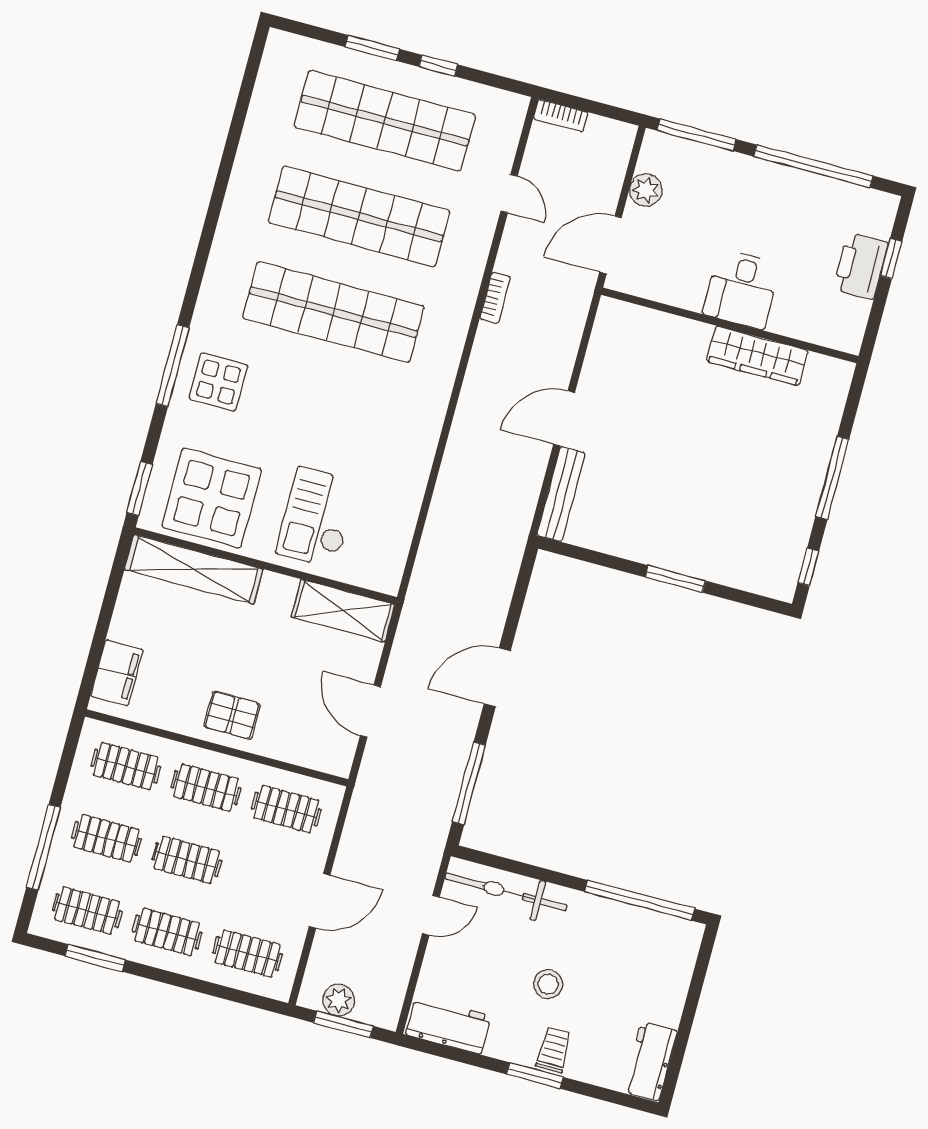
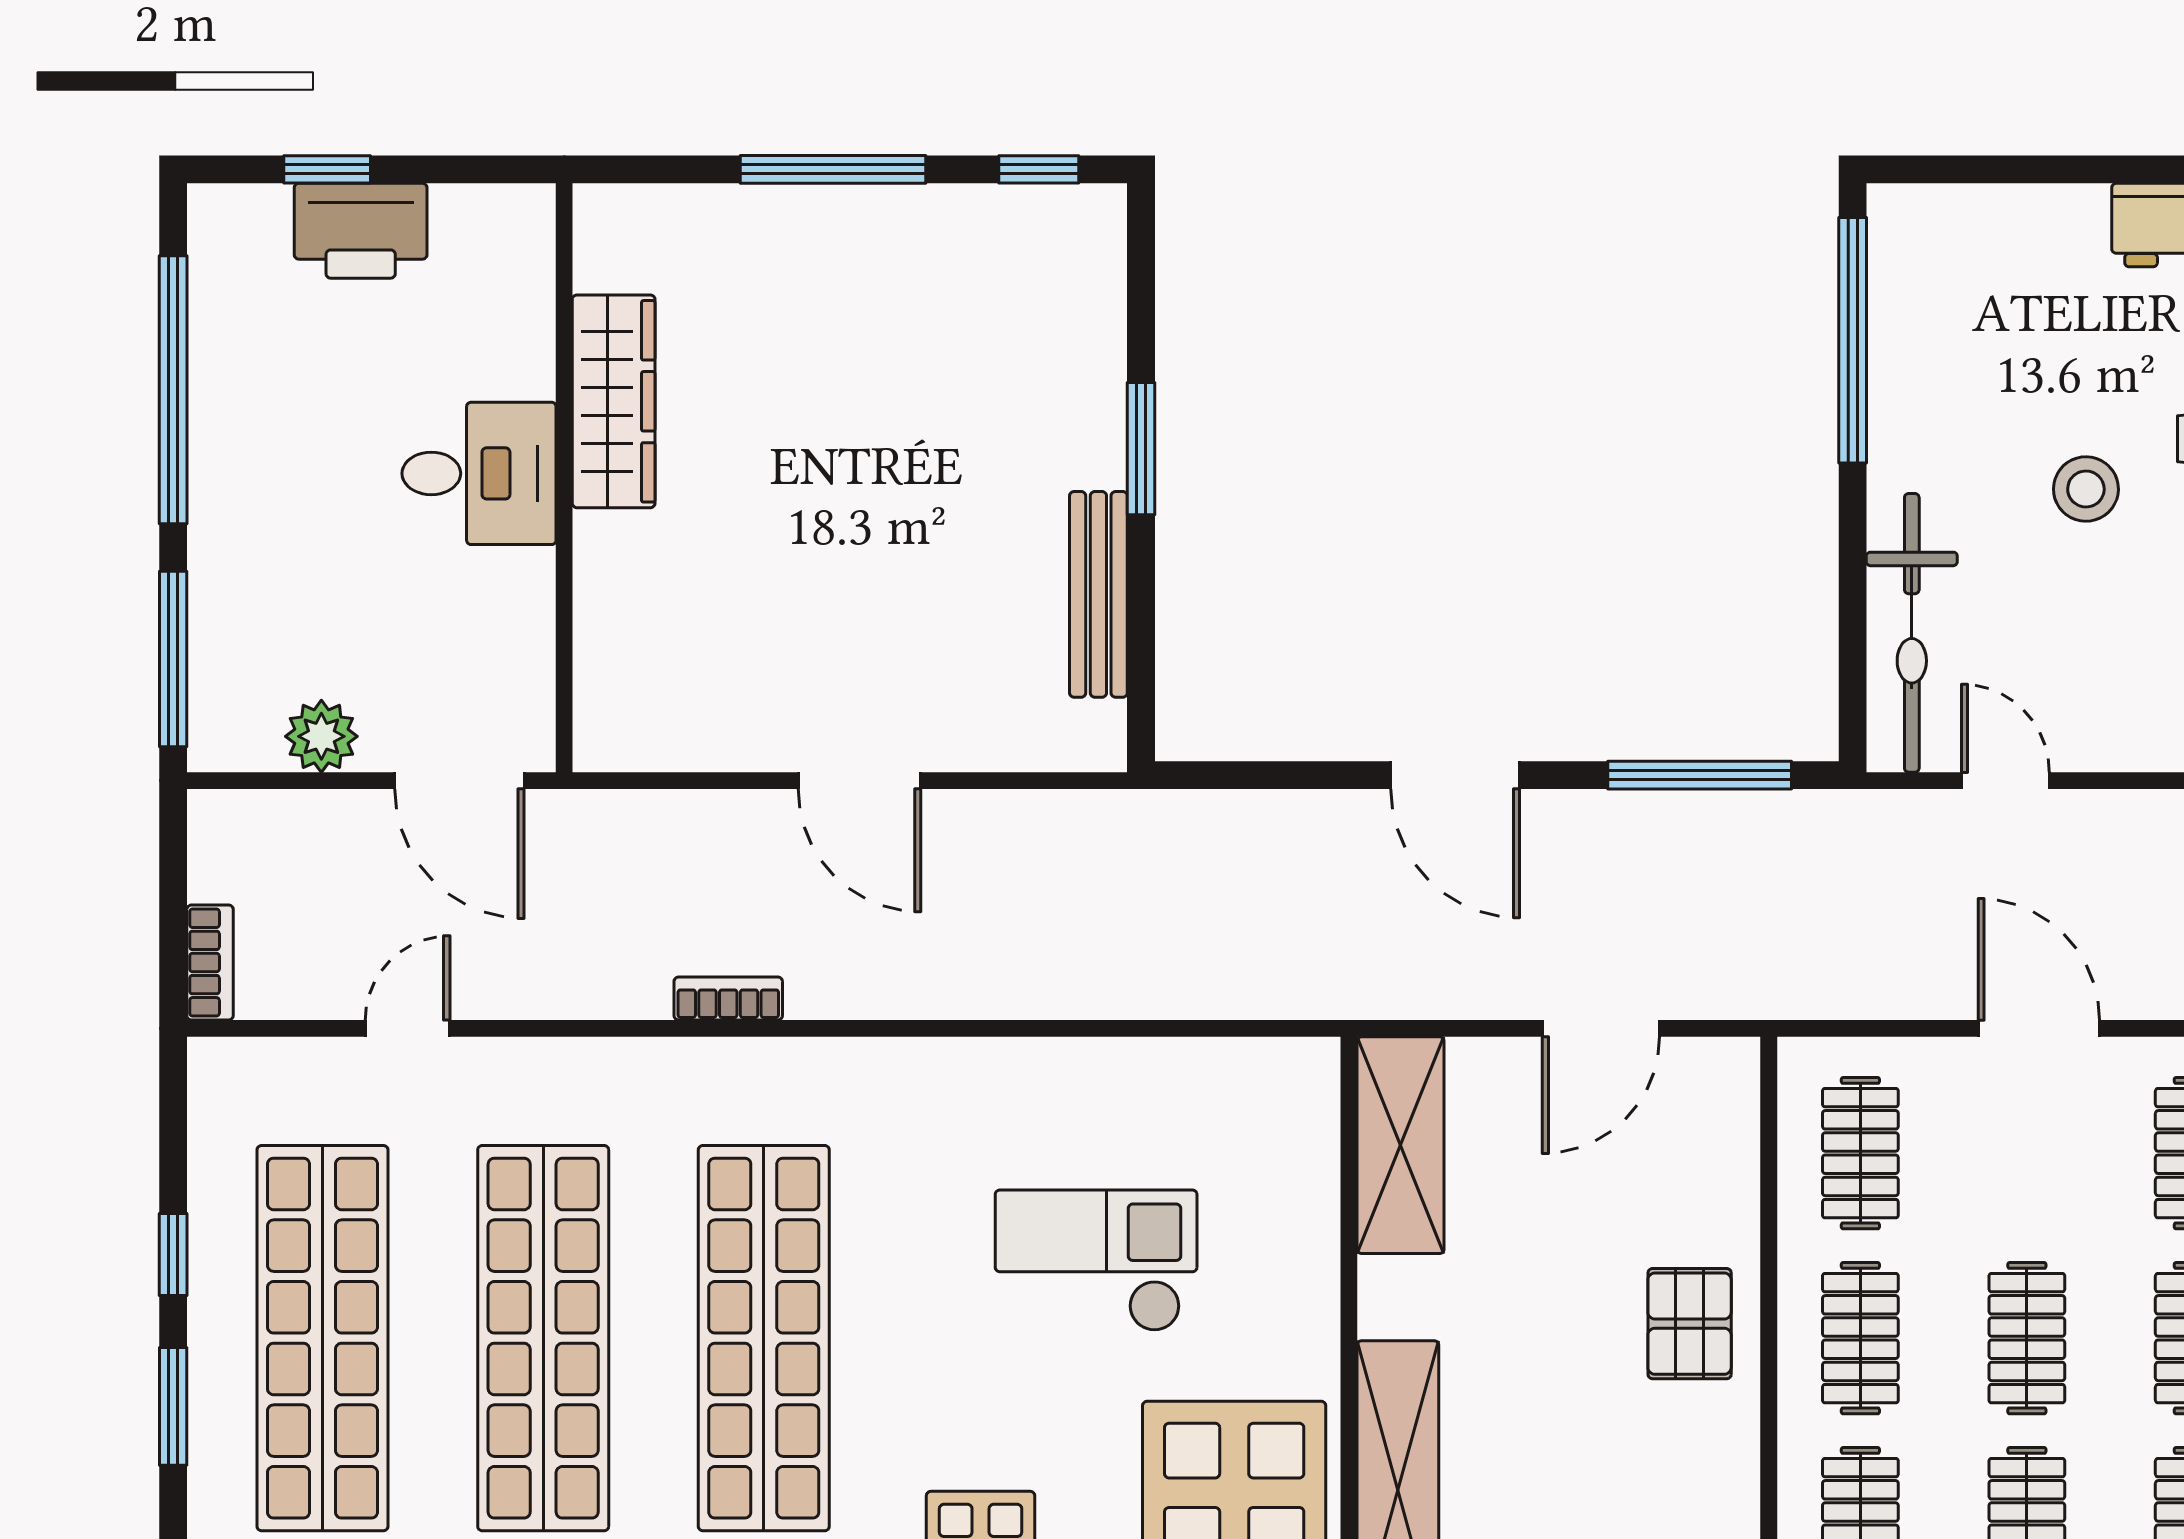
bookcase: (495, 298) -> (728, 999), moved
bench: (561, 494) -> (1098, 594), moved, turned 90
checkout: (317, 518) -> (1096, 1261), moved, turned 180

